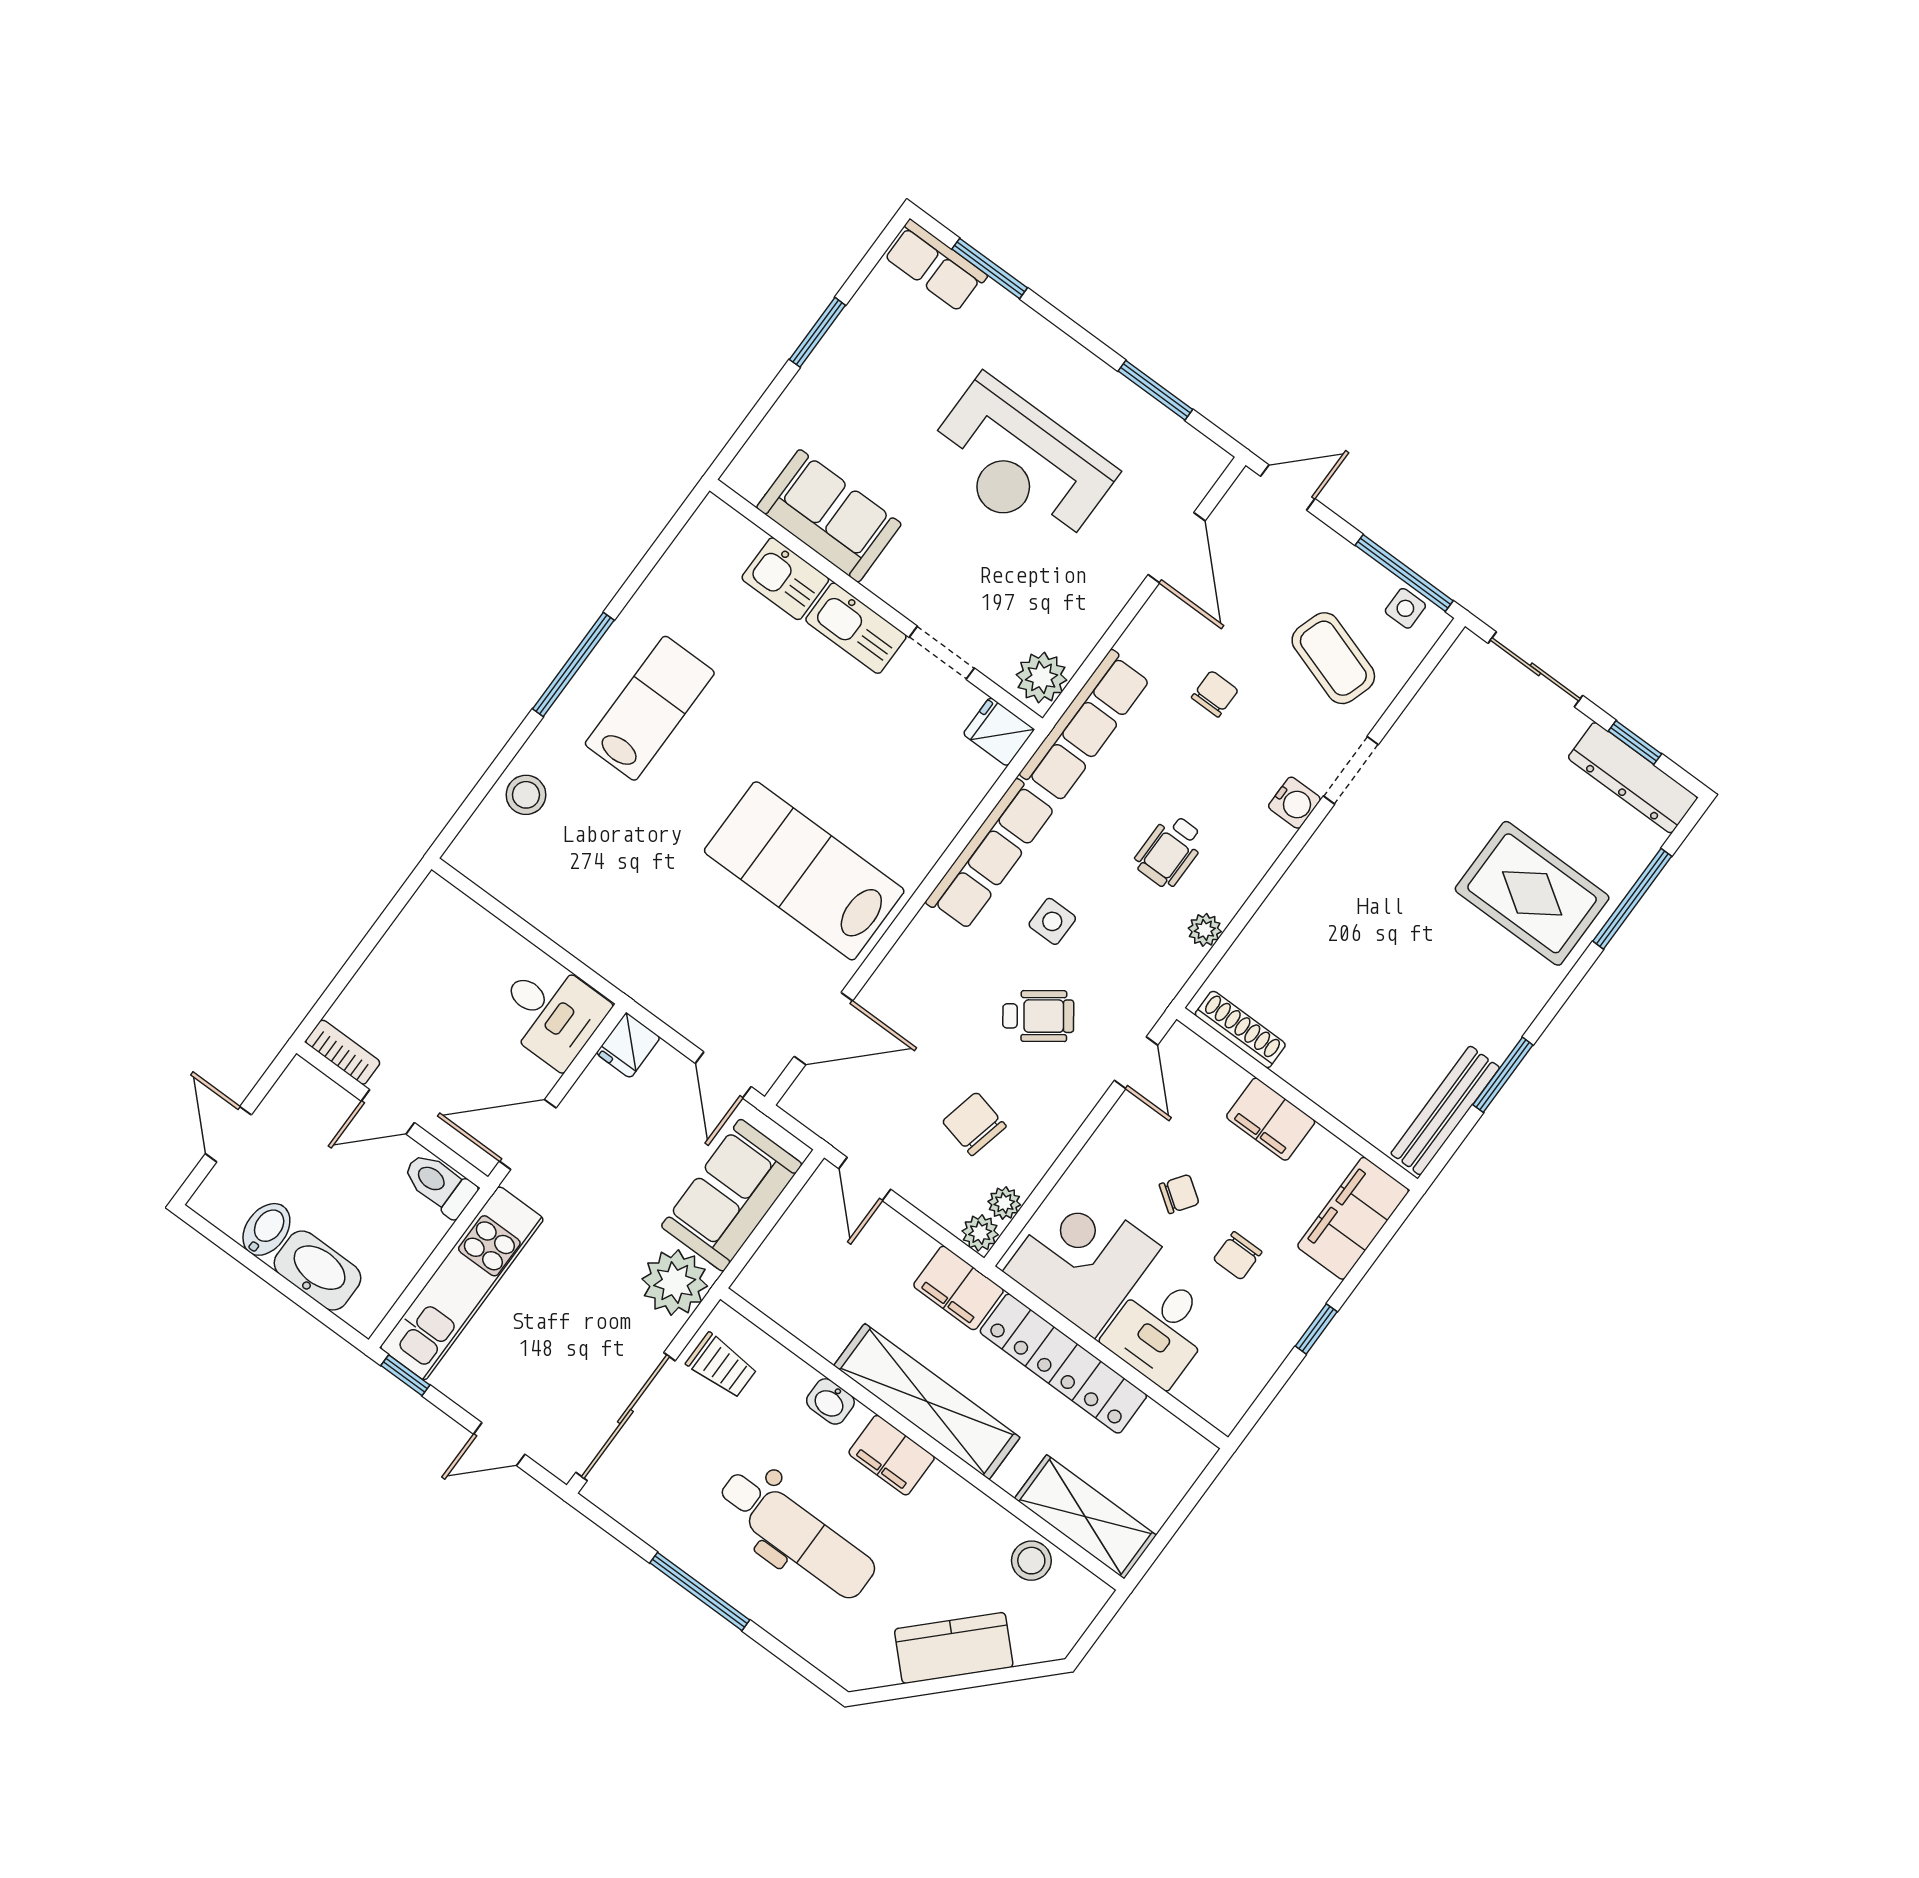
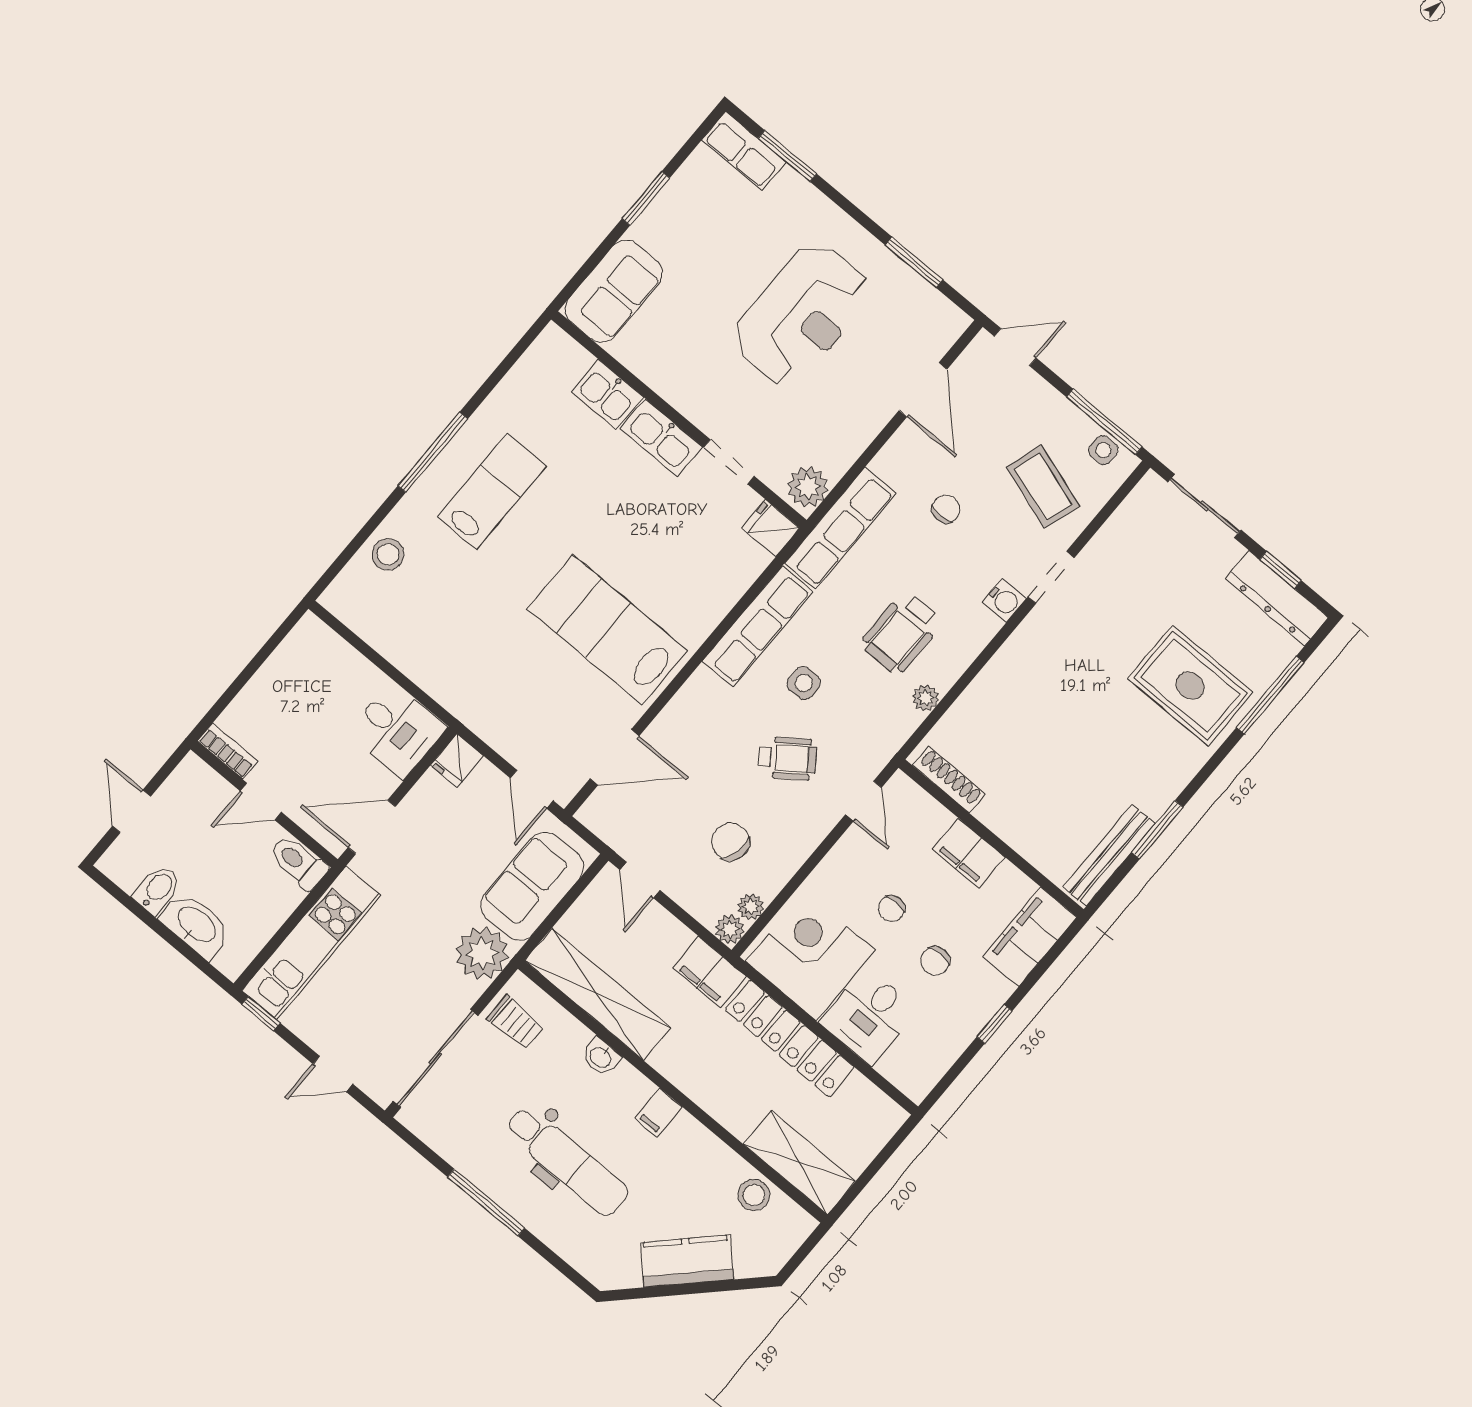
reception desk: (1020, 464) -> (802, 315), turned -90
sofa: (829, 516) -> (614, 291), moved, turned 90
wheelchair: (1170, 851) -> (901, 633), width x1.36, depth x1.37
chair: (1179, 1194) -> (891, 908), turned 145
shelving: (927, 1402) -> (598, 994), moved
filing cabinet: (892, 1455) -> (658, 1113), width x0.50

